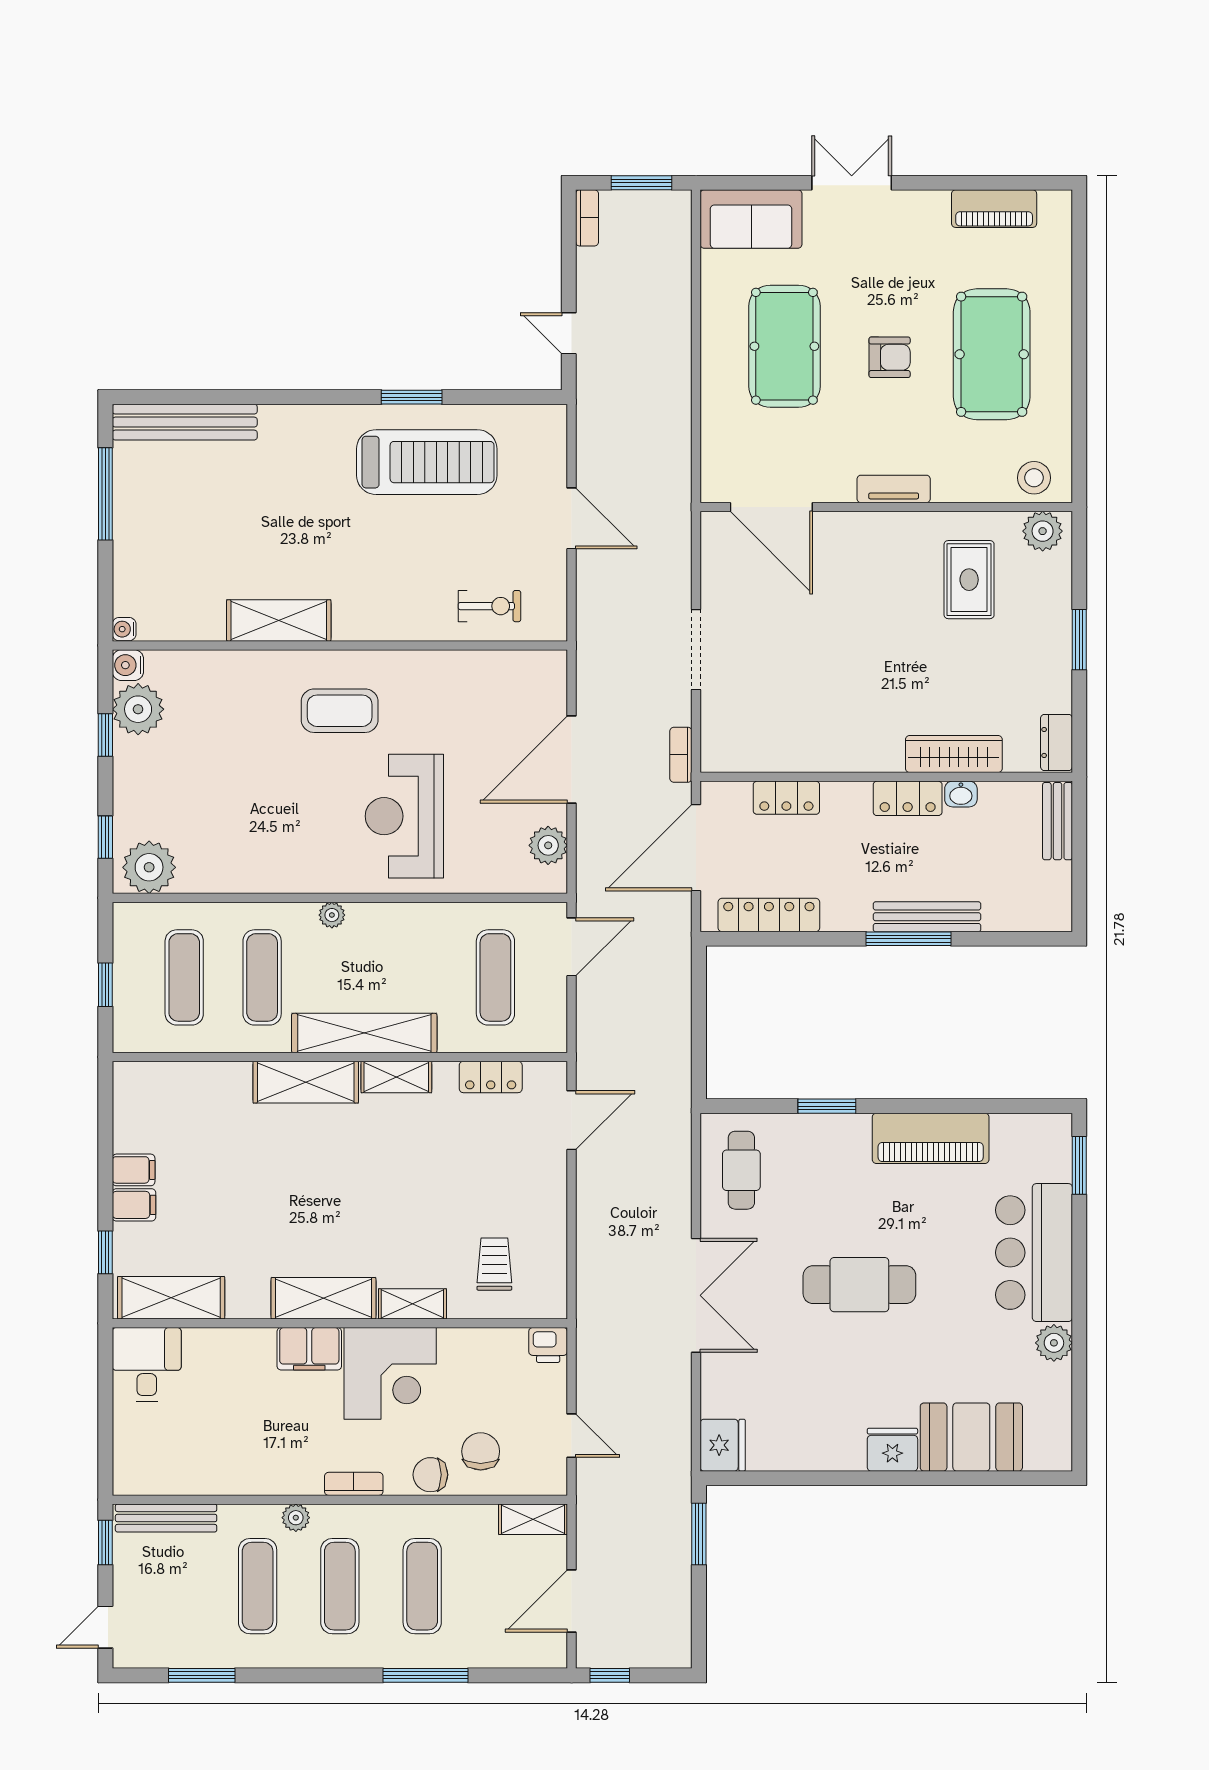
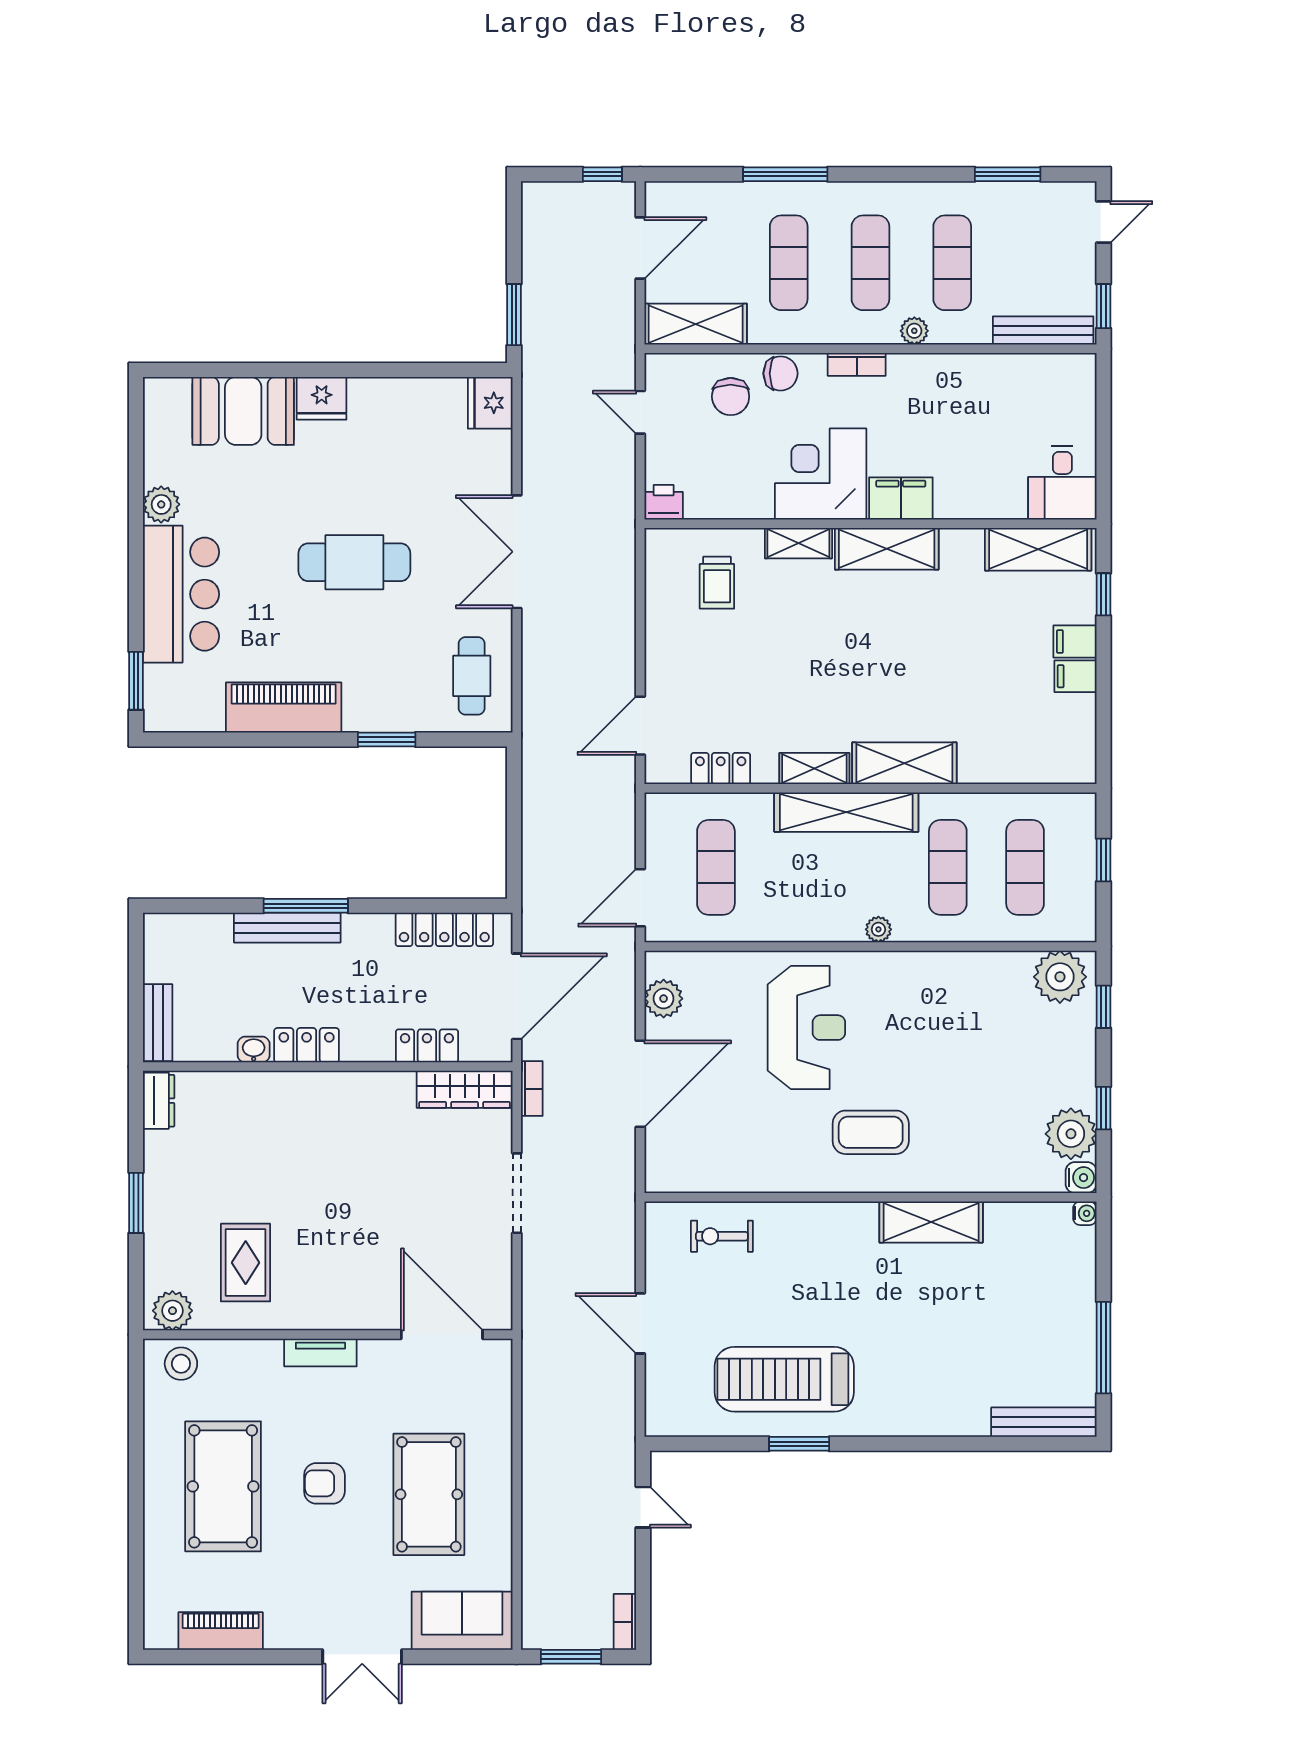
bench: (185, 422) -> (1044, 1422), width x0.73, depth x0.82
wardrobe: (954, 754) -> (465, 1089), moved
shelving: (533, 1519) -> (696, 324), width x1.50, depth x1.33

